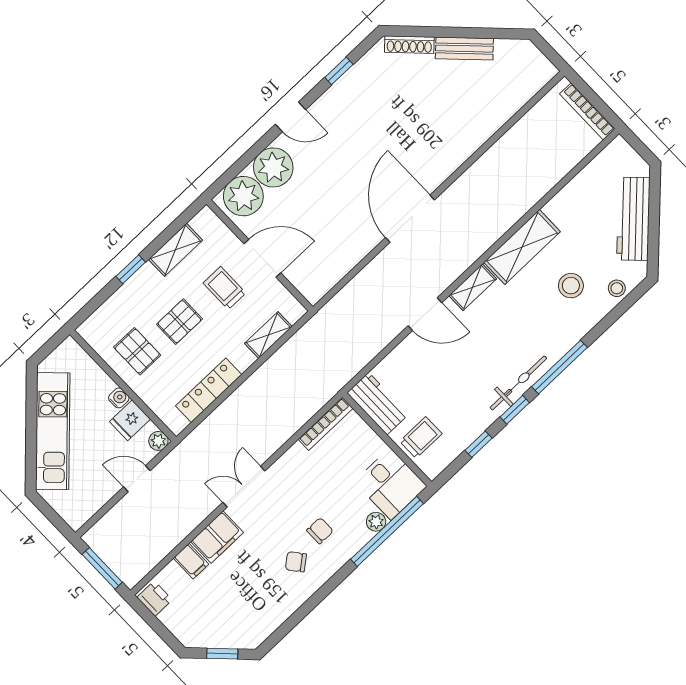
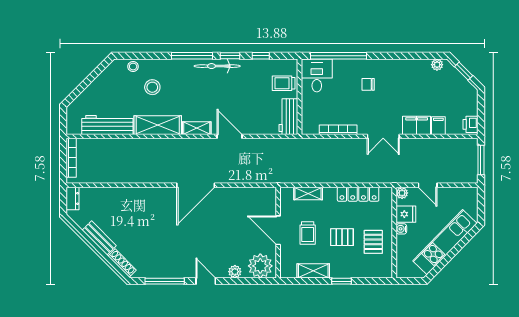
dresser: (540, 65) -> (73, 198), added
window: (339, 71) -> (165, 281), width x2.17
plant: (273, 167) -> (235, 272), width x0.53, depth x0.53
workbench: (633, 219) -> (107, 125), moved, turned -135
bookcase: (326, 424) -> (338, 130), moved
plant: (376, 522) -> (437, 65), moved
chair: (296, 562) -> (392, 81), removed

